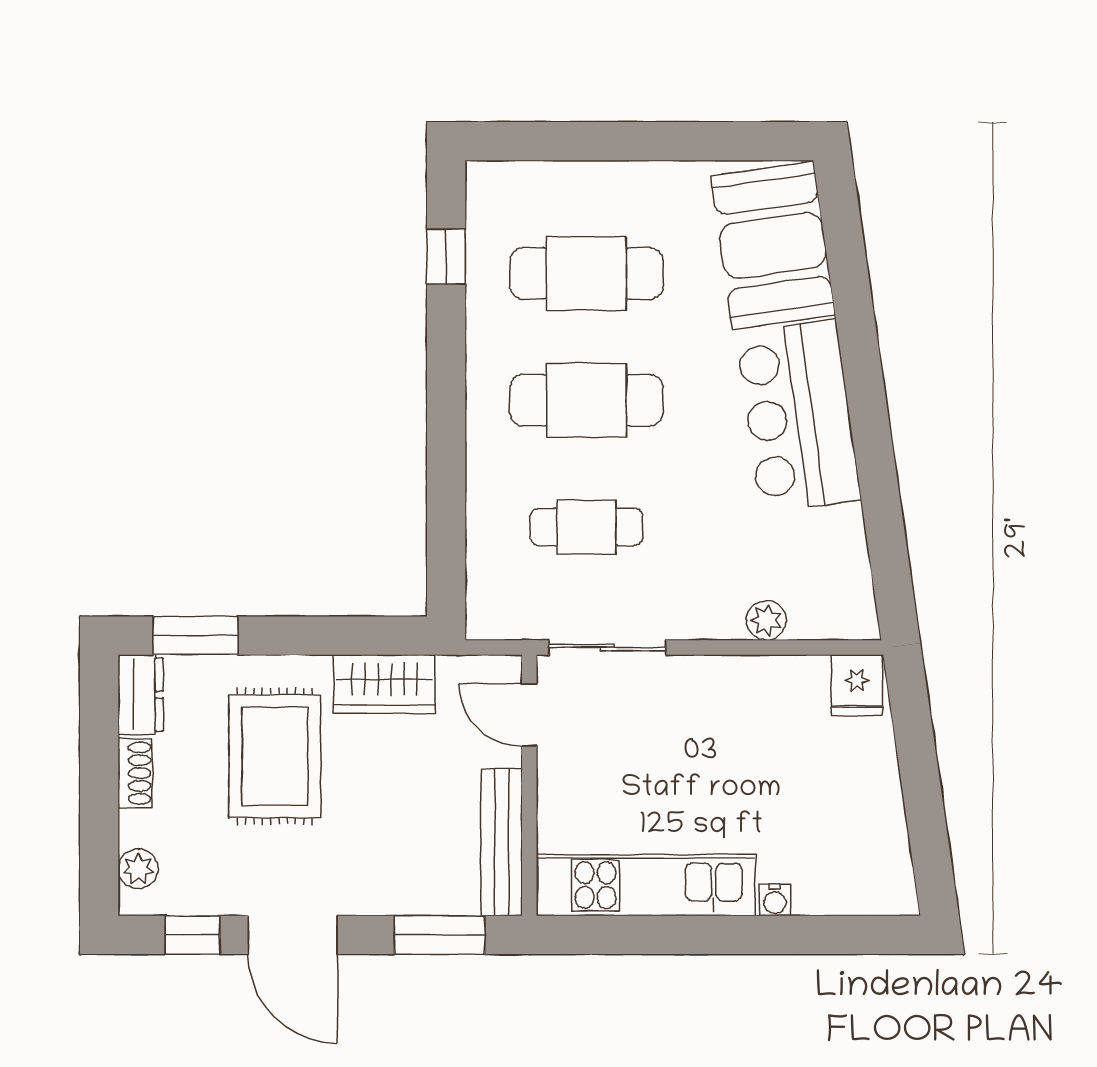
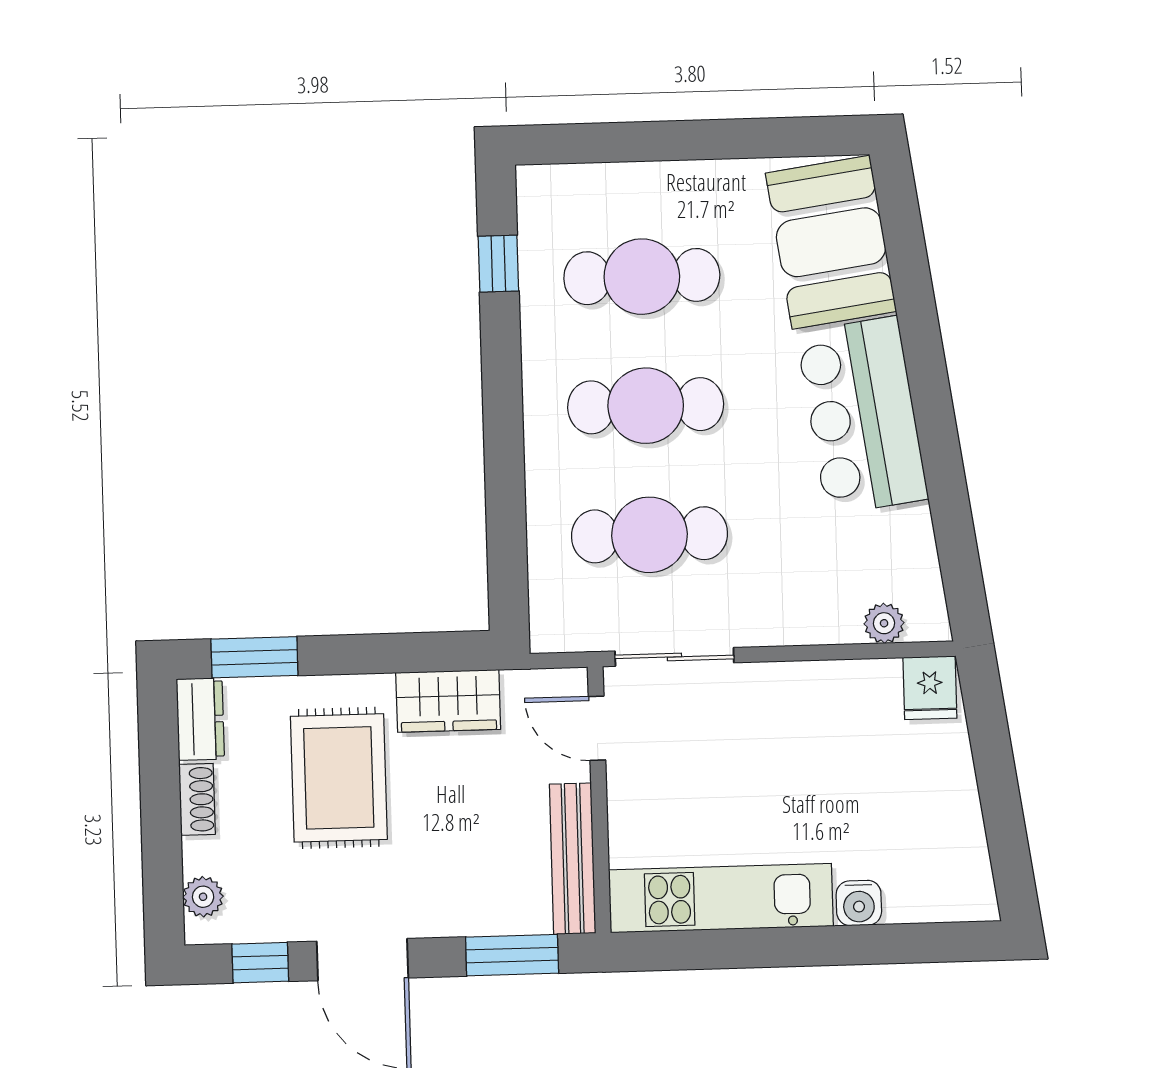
cafe table: (586, 527) -> (649, 535), width x1.37, depth x1.35
plant: (766, 620) -> (884, 623), moved
water cooler: (775, 900) -> (859, 903), width x1.38, depth x1.38

